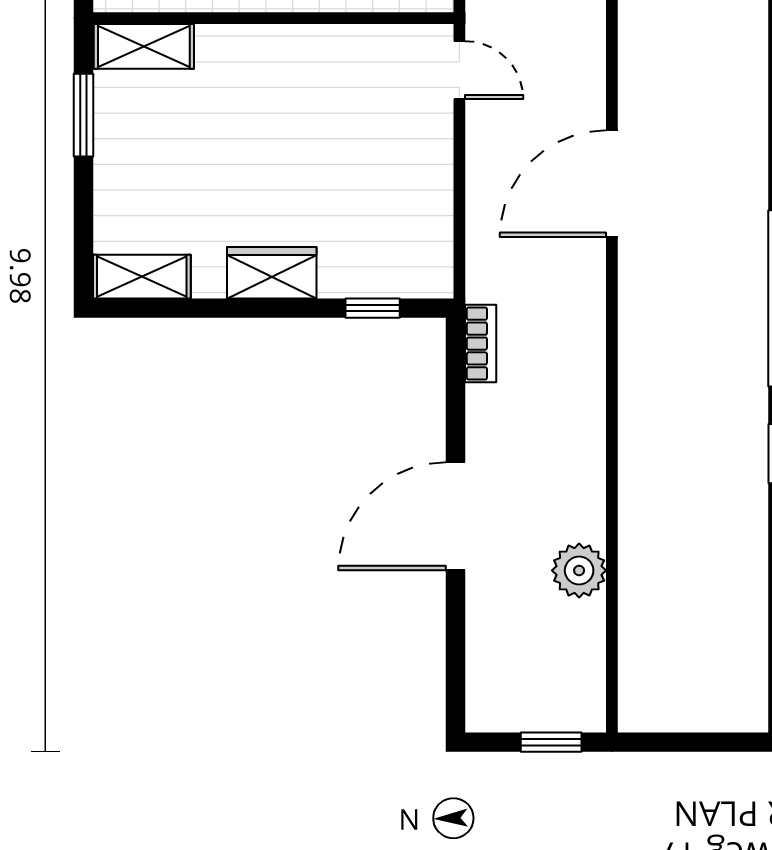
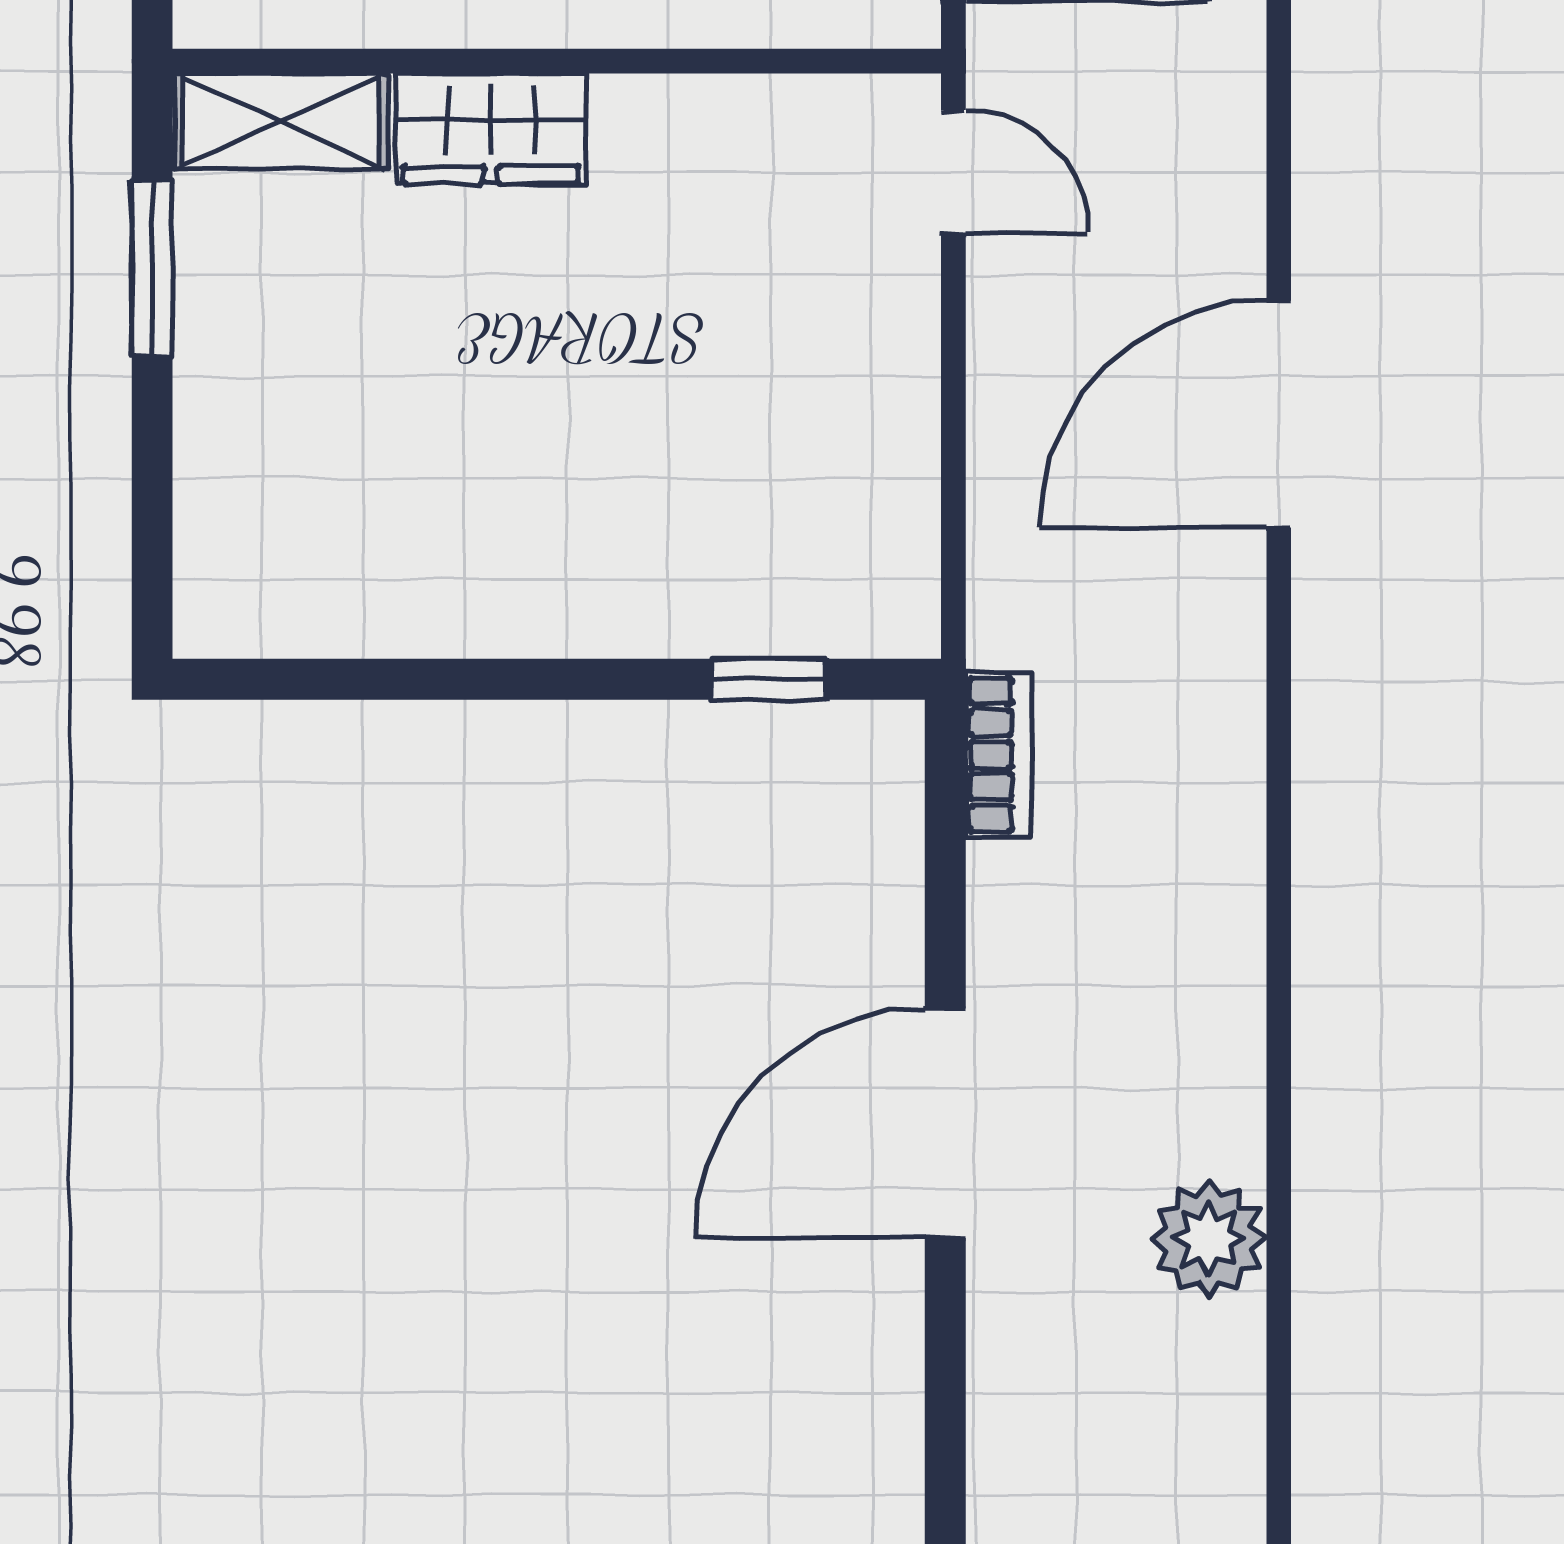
wardrobe: (272, 273) -> (491, 128), moved, turned 180
shelving: (142, 277) -> (276, 612), removed

